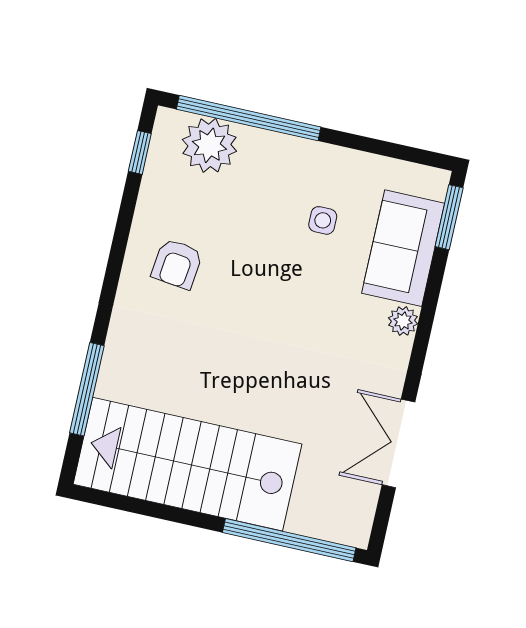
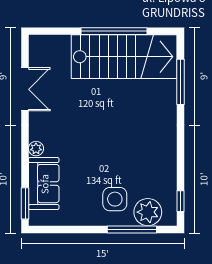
window: (249, 118) -> (132, 229), width x0.68
side table: (323, 220) -> (115, 199), moved, width x1.87, depth x1.87
armchair: (177, 264) -> (151, 152), removed
window: (289, 540) -> (114, 31), moved

